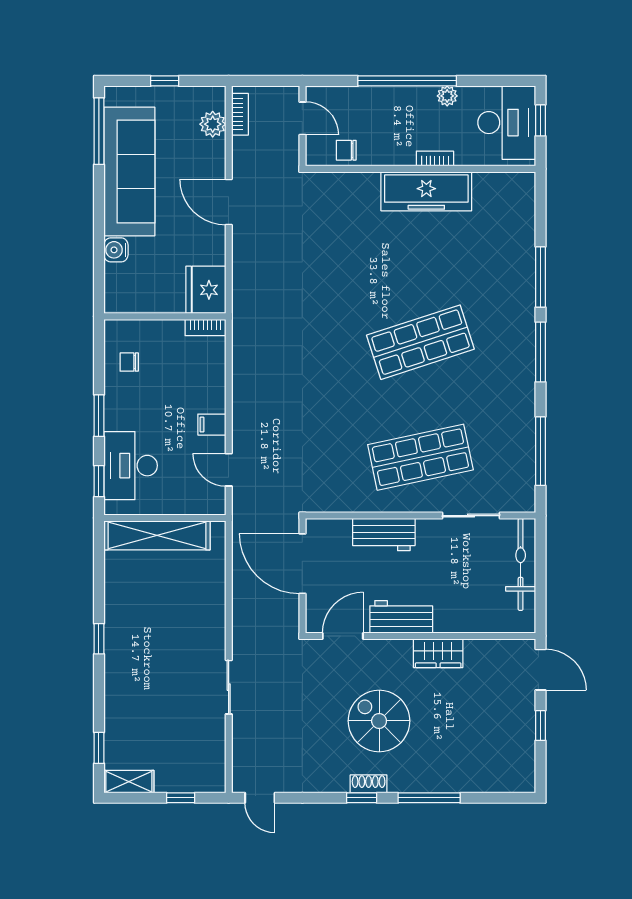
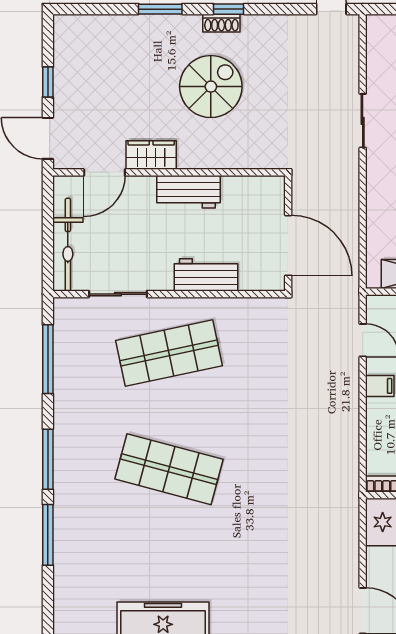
shop shelf: (420, 342) -> (169, 469), turned 33
door: (343, 636) -> (104, 172), moved
spiral stairs: (379, 721) -> (211, 87), turned -90
window: (429, 798) -> (160, 9), width x0.69

